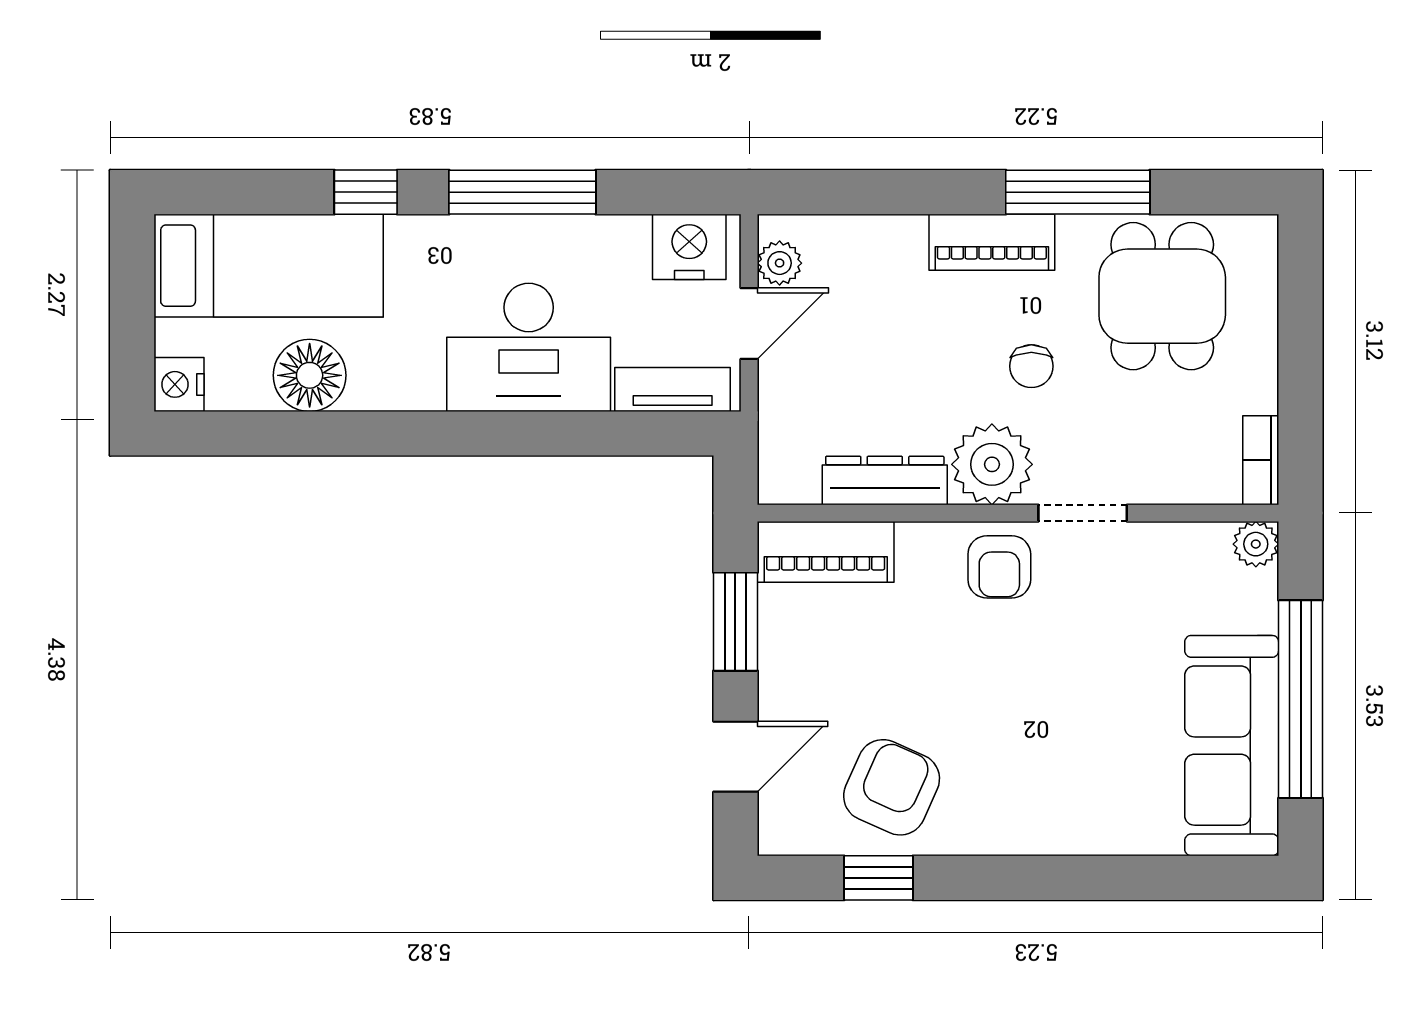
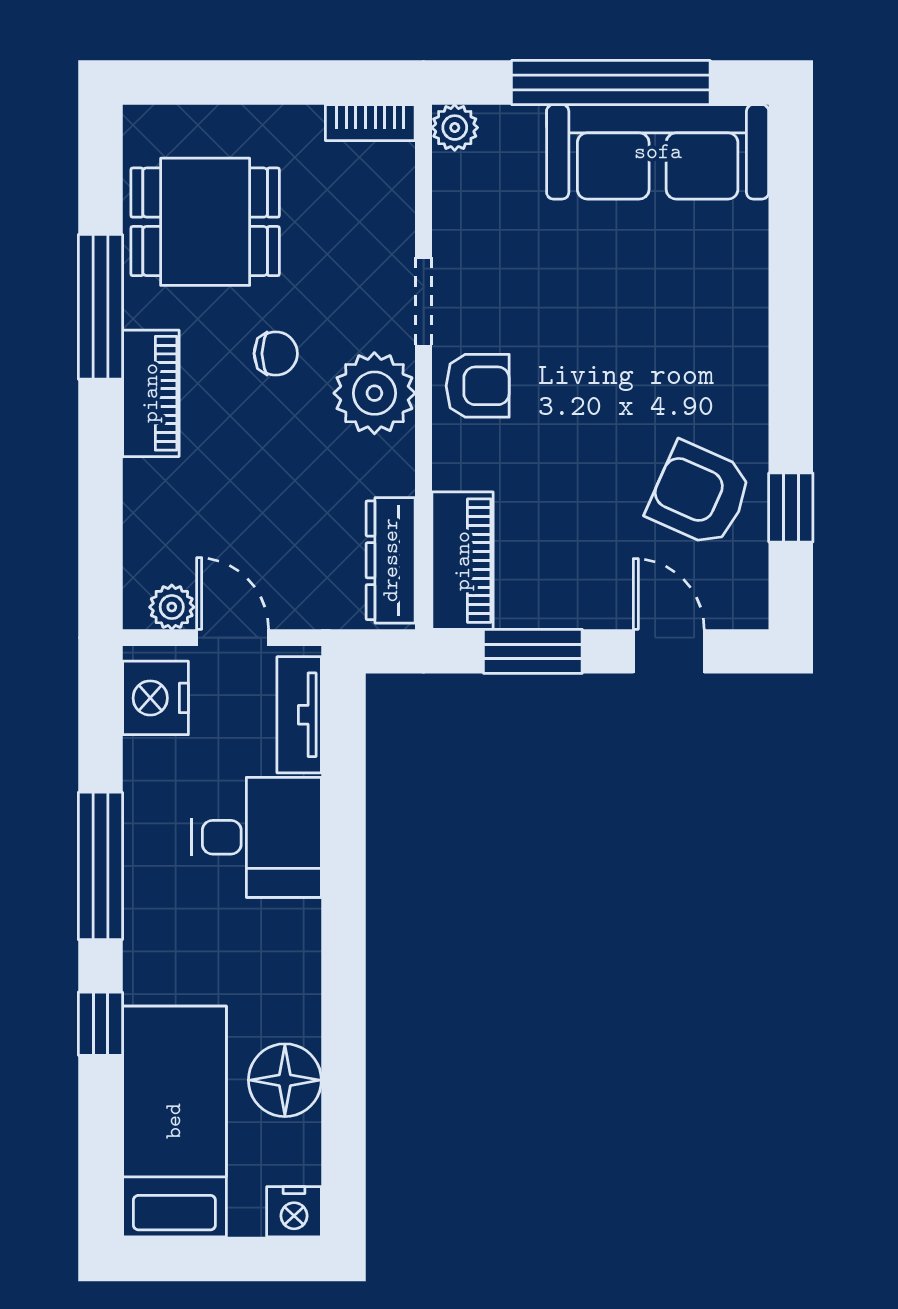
desk: (529, 347) -> (257, 837), width x0.73
dresser: (885, 480) -> (391, 560), moved

